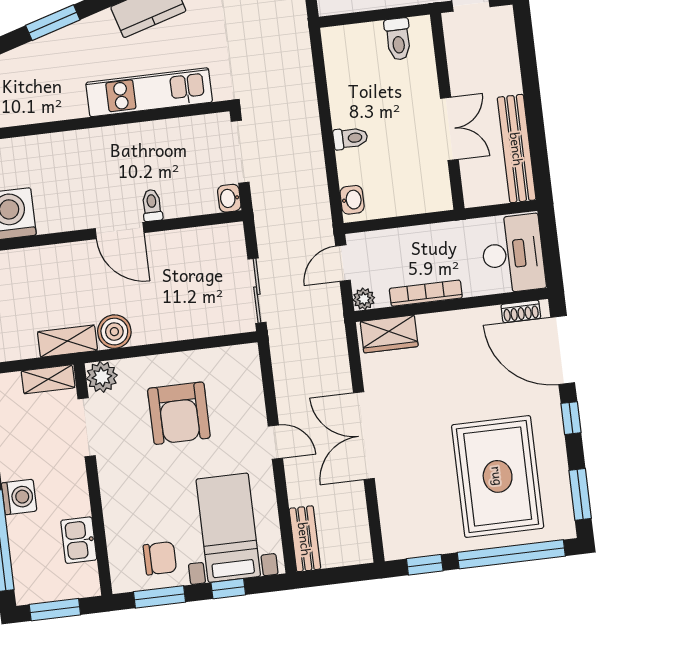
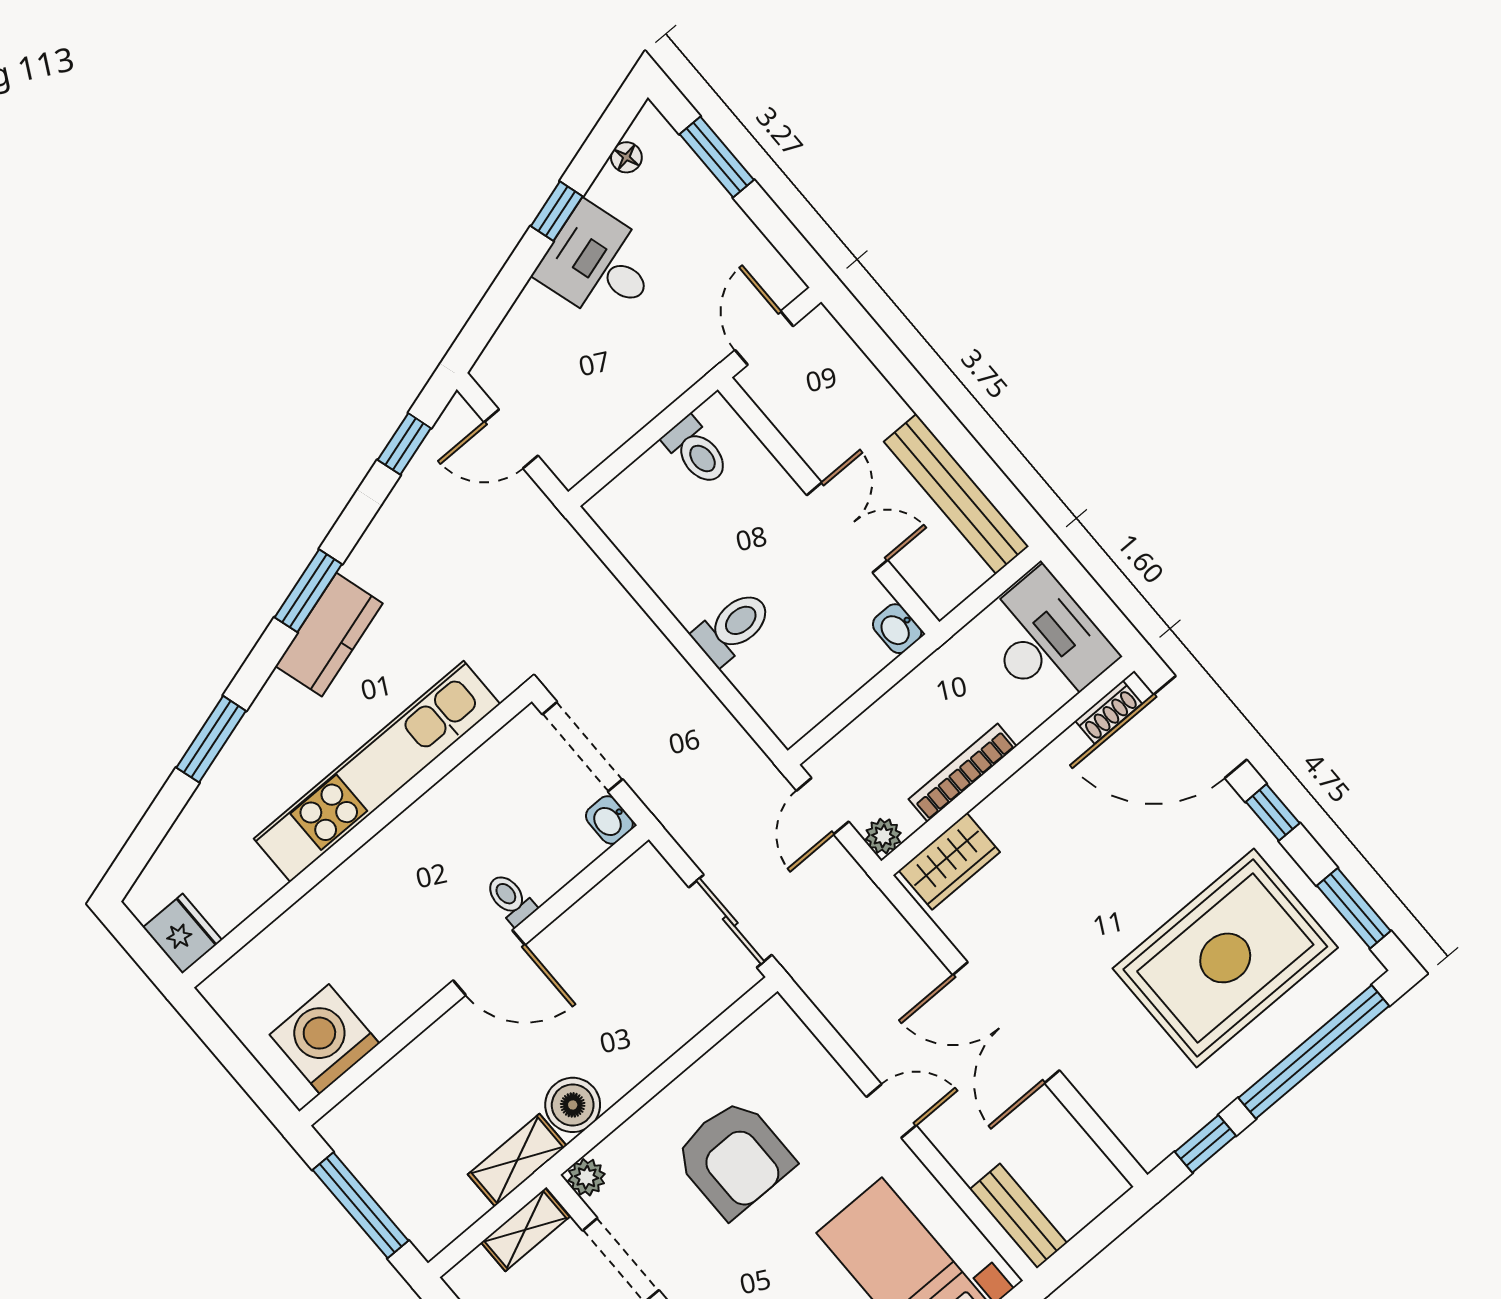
kitchen unit: (149, 92) -> (377, 771), width x1.36
toilet: (350, 138) -> (733, 627), width x1.37, depth x1.39
washbasin: (352, 200) -> (897, 629), moved, turned 180
plant: (102, 377) -> (586, 1177), width x0.73, depth x0.73
rug: (498, 476) -> (1225, 958), turned 90

